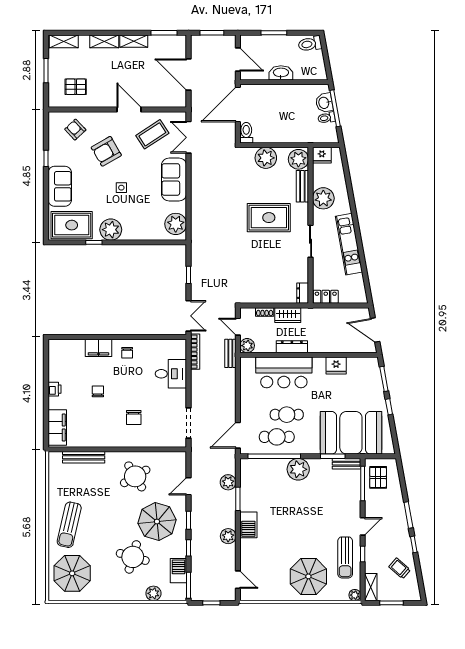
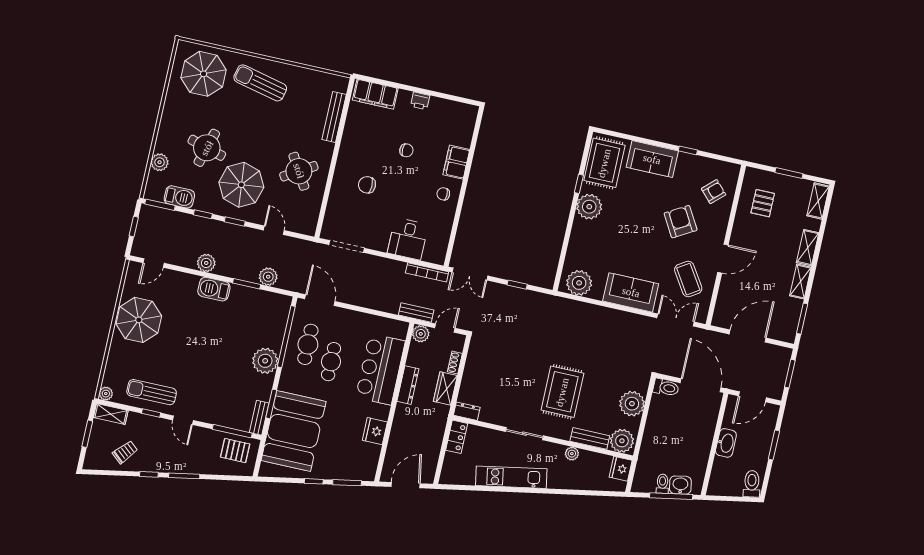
side table: (121, 188) -> (635, 230), removed
plant: (323, 198) -> (572, 454), width x0.53, depth x0.53
parasol: (308, 576) -> (139, 320), moved

